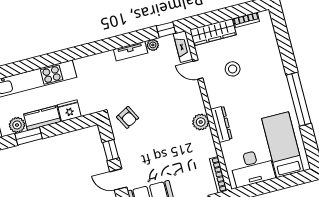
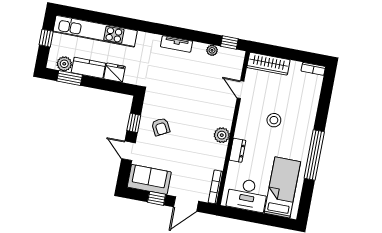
bookcase: (246, 20) -> (313, 69), moved
fireplace: (183, 47) -> (237, 64), removed
tv unit: (131, 51) -> (176, 44), moved
stool: (233, 69) -> (274, 120), moved
armchair: (128, 117) -> (161, 127), moved
dresser: (221, 124) -> (237, 150), width x0.70

